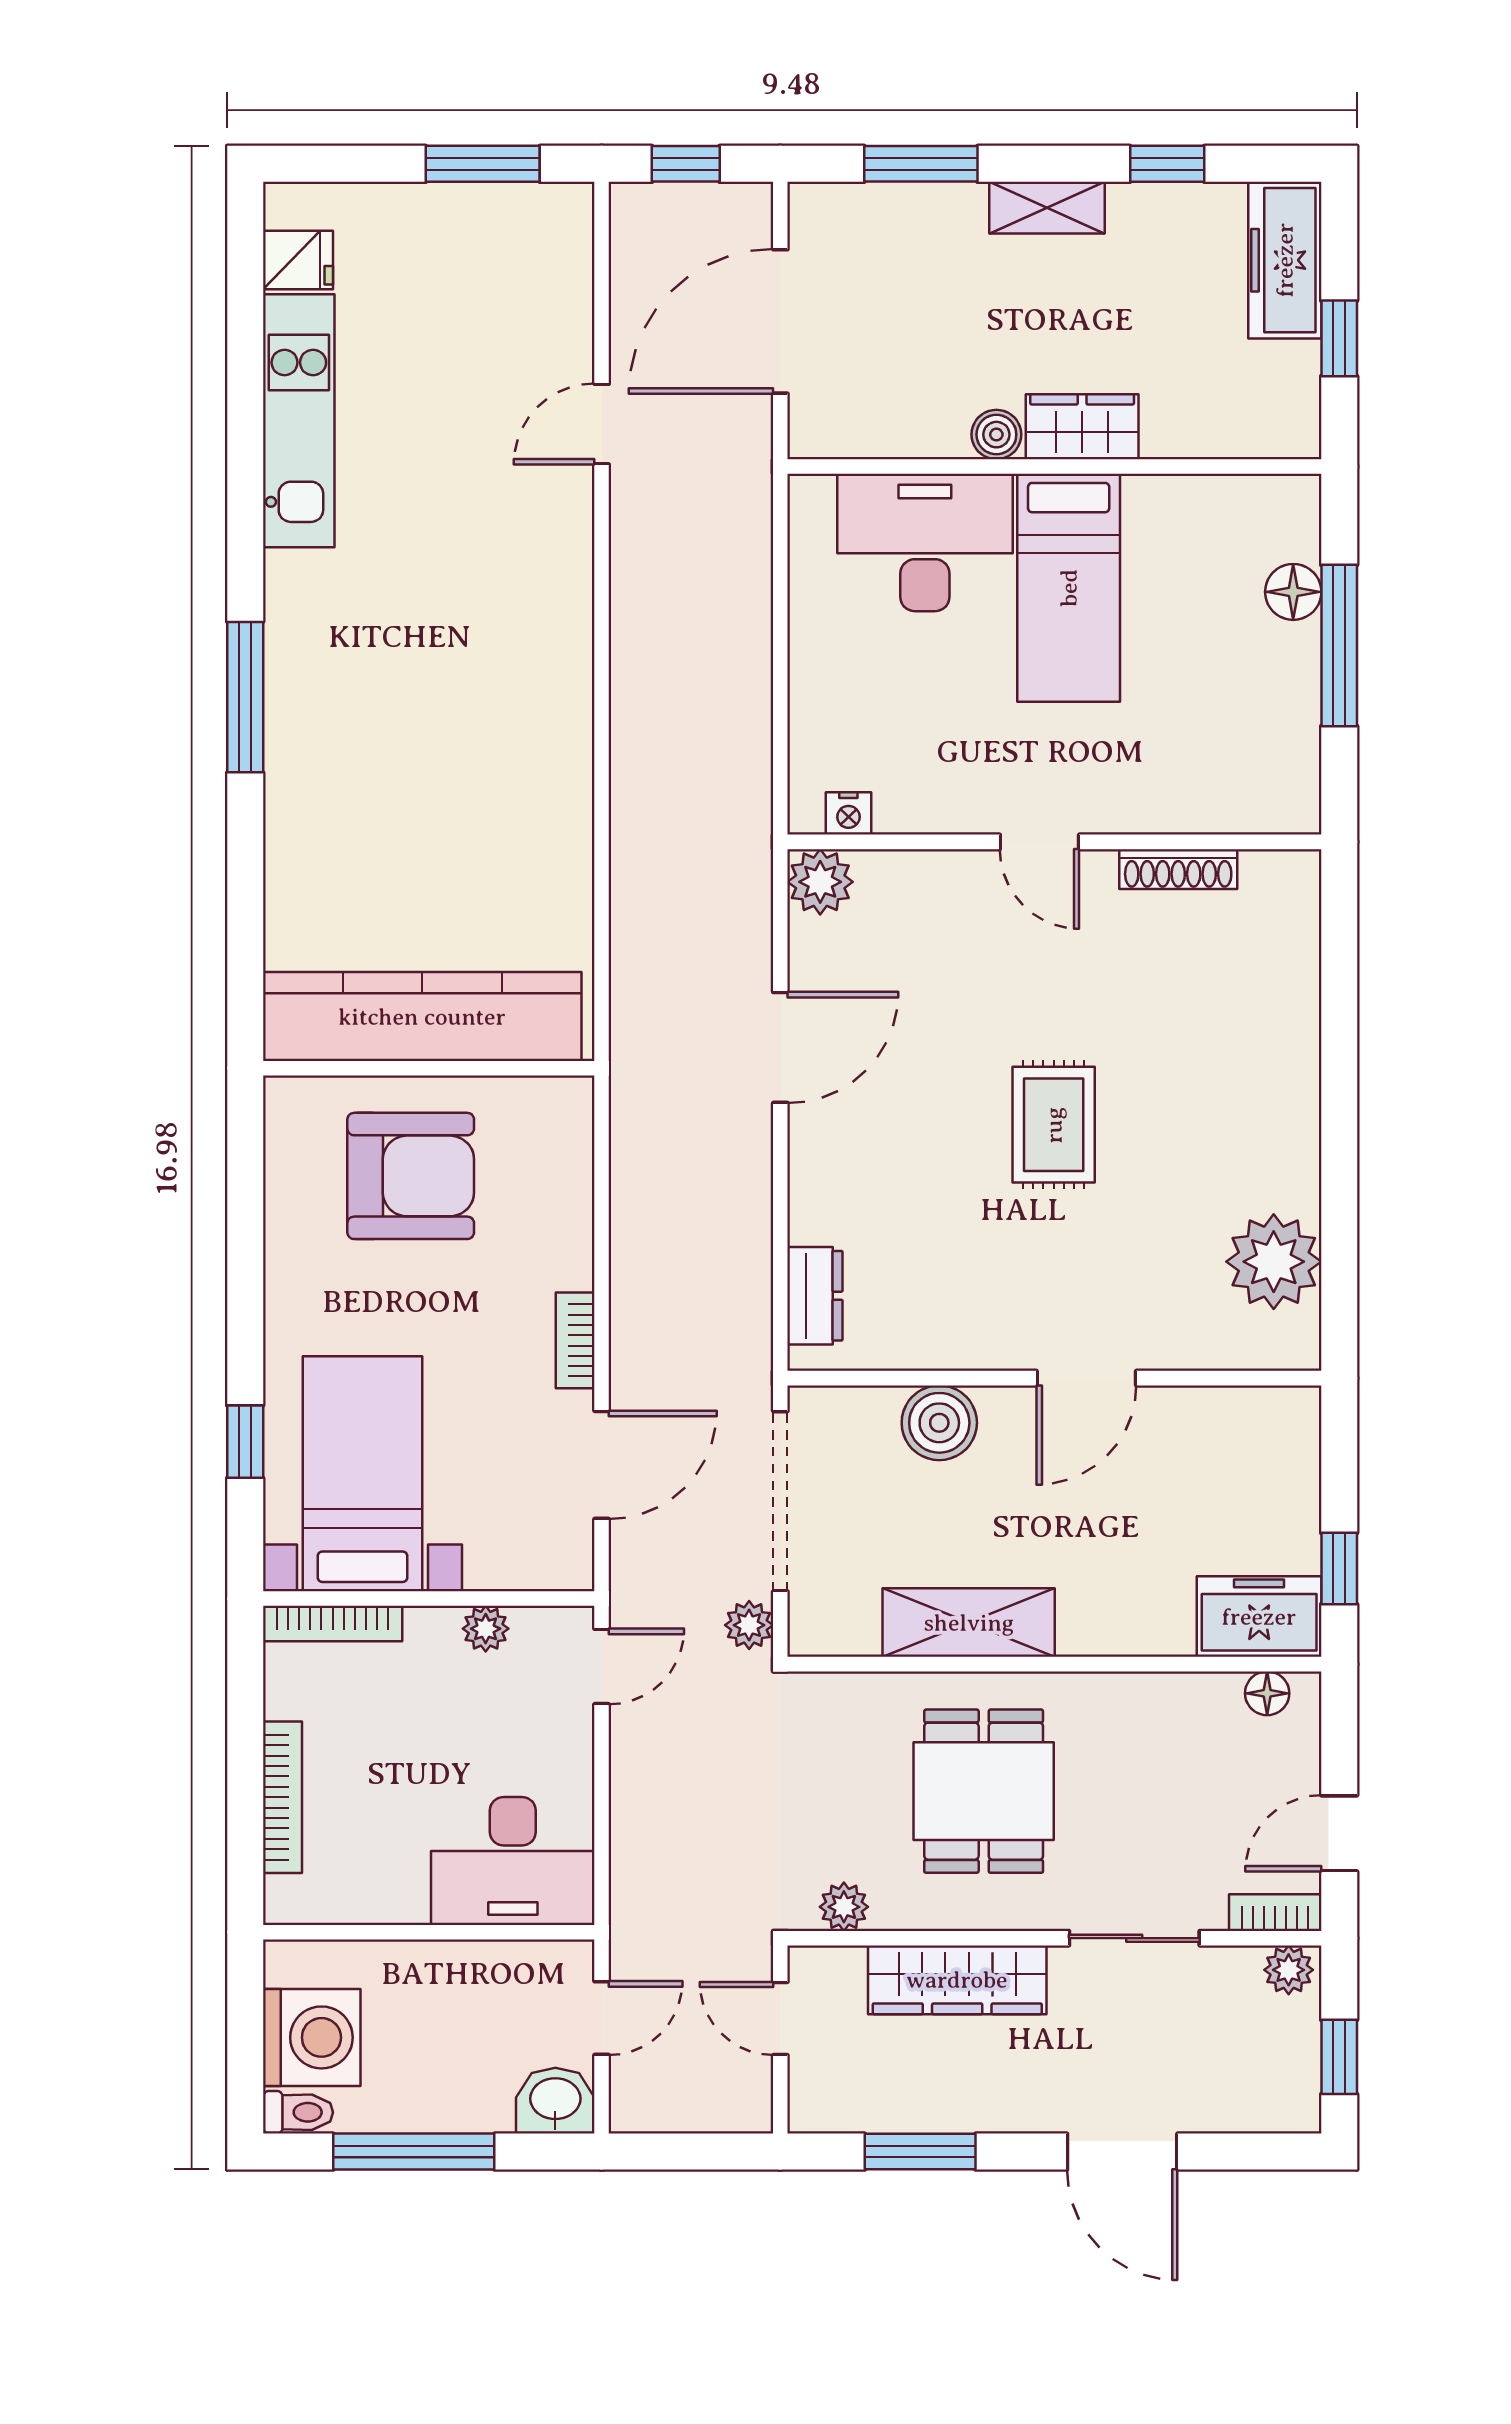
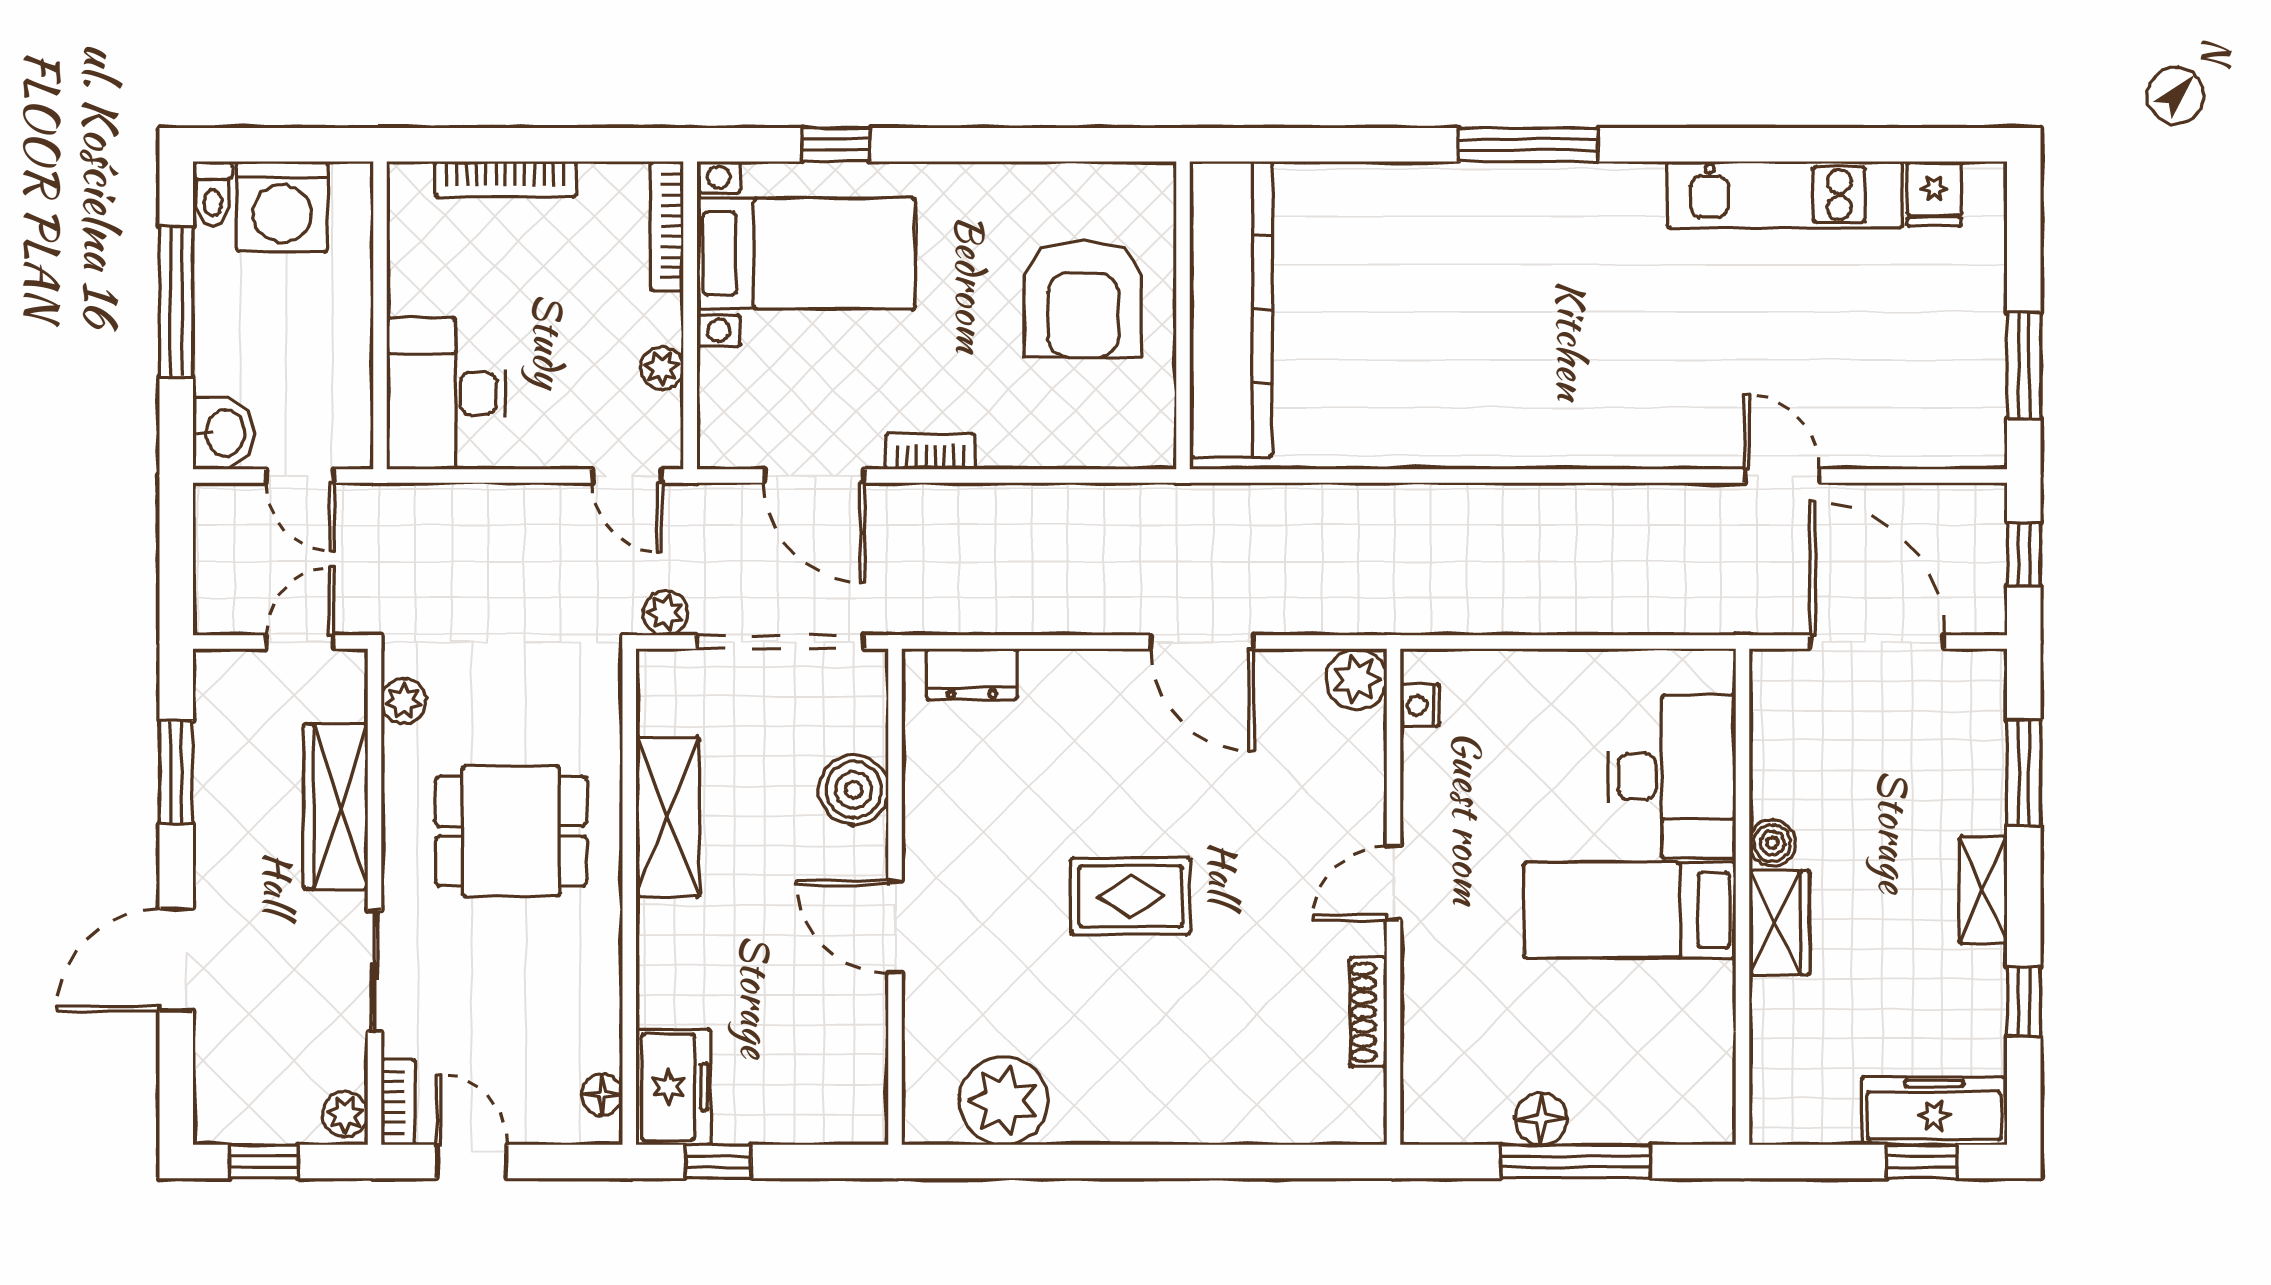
window: (1339, 338) -> (1922, 1162), moved
floor lamp: (1293, 592) -> (1541, 1119), moved

